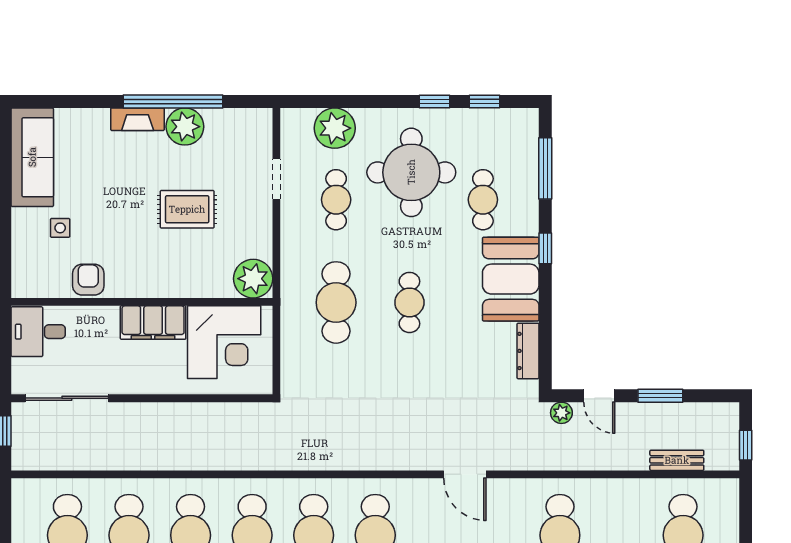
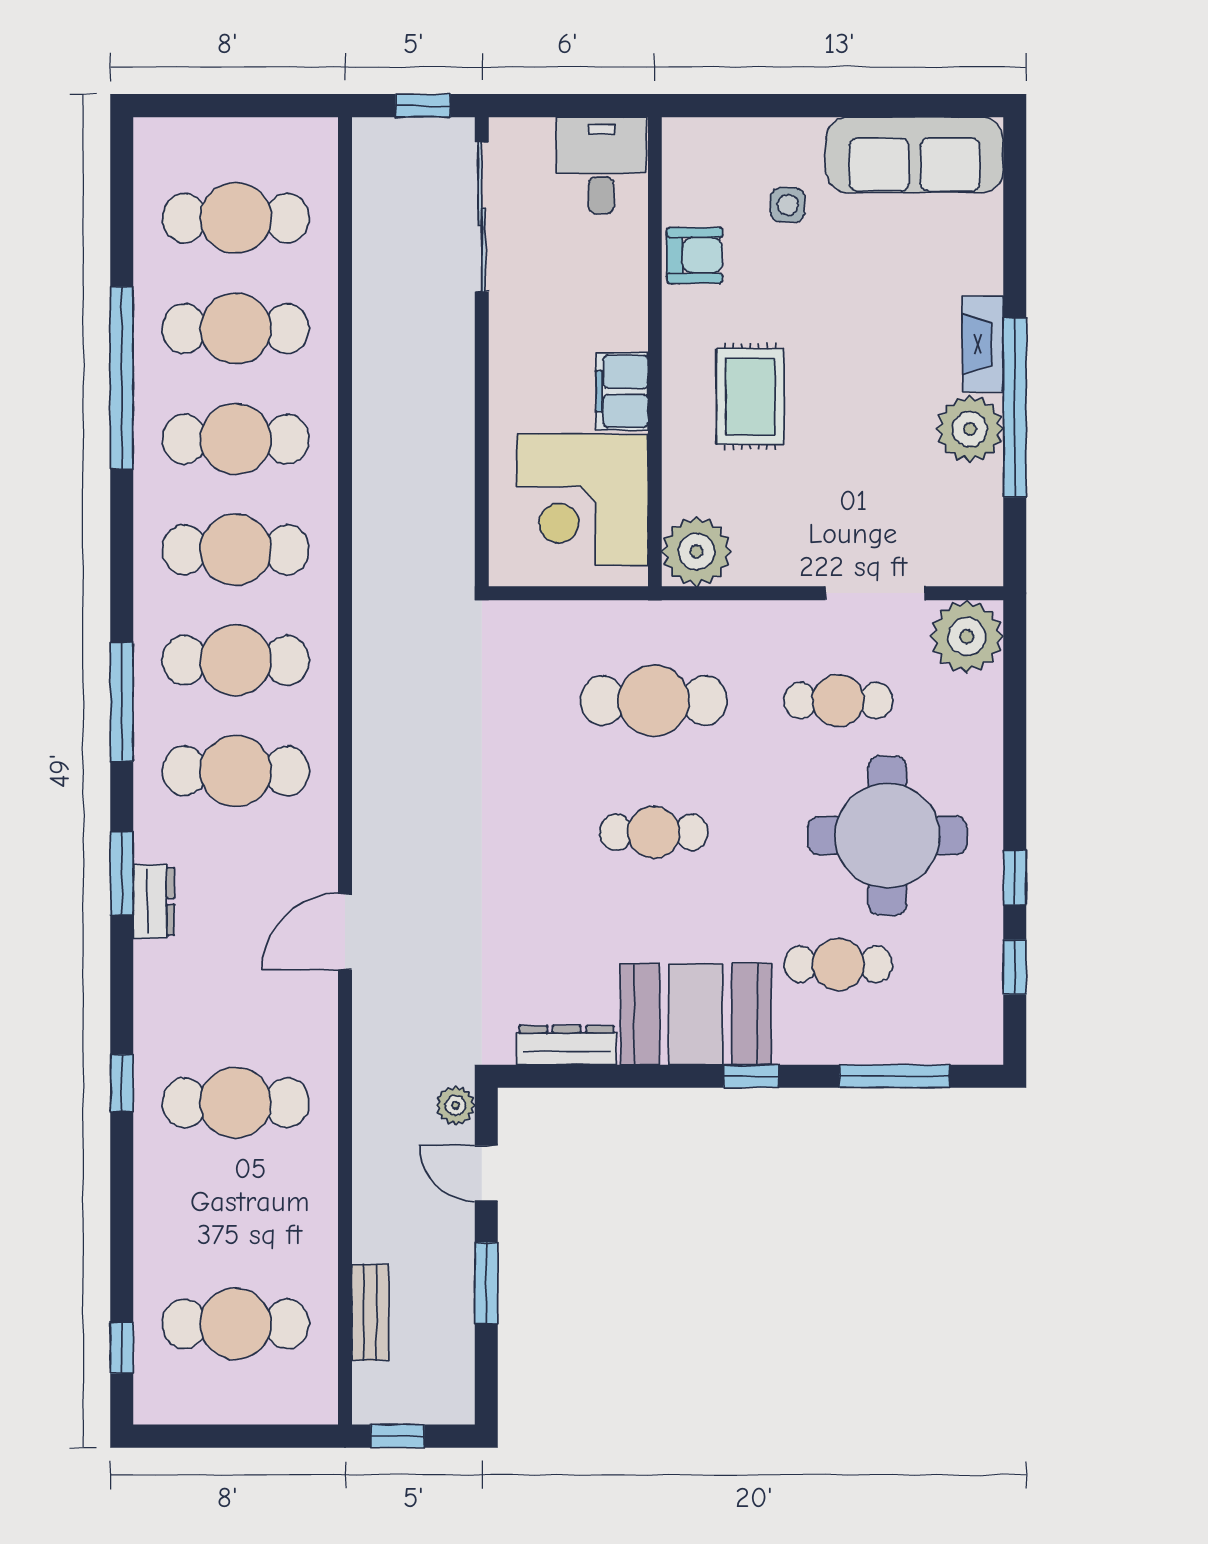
plant: (335, 128) -> (967, 637), moved
doorway: (276, 179) -> (875, 593), width x1.38
rug: (187, 209) -> (750, 397), moved
filing cabinet: (153, 323) -> (622, 391), width x0.67, depth x0.86
door: (599, 396) -> (486, 1173), hinge flipped

